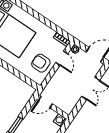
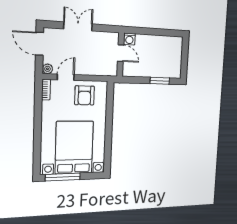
door: (46, 102) -> (121, 53), moved

